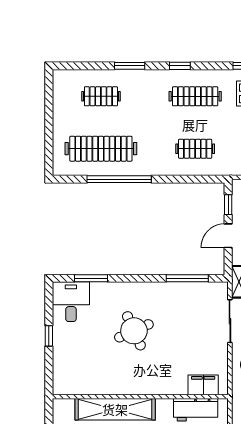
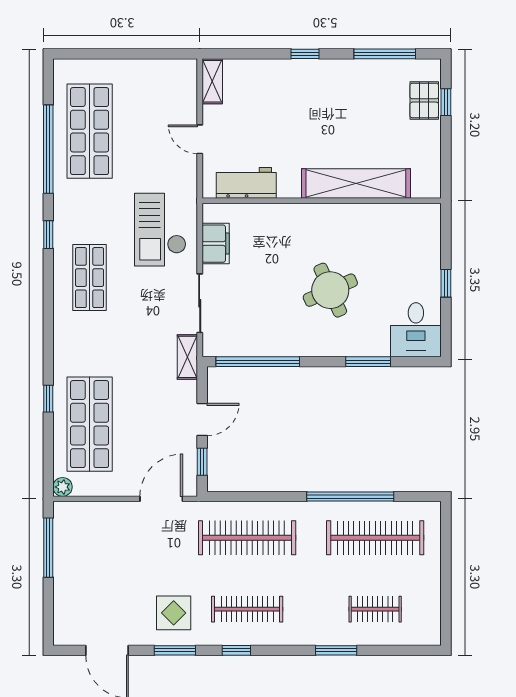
window: (180, 66) -> (236, 650), moved
clothes rail: (195, 149) -> (247, 538), width x1.86, depth x1.31
window: (91, 278) -> (368, 362), moved
window: (187, 278) -> (258, 362), width x1.46
filing cabinet: (203, 385) -> (216, 244), moved, turned -90

